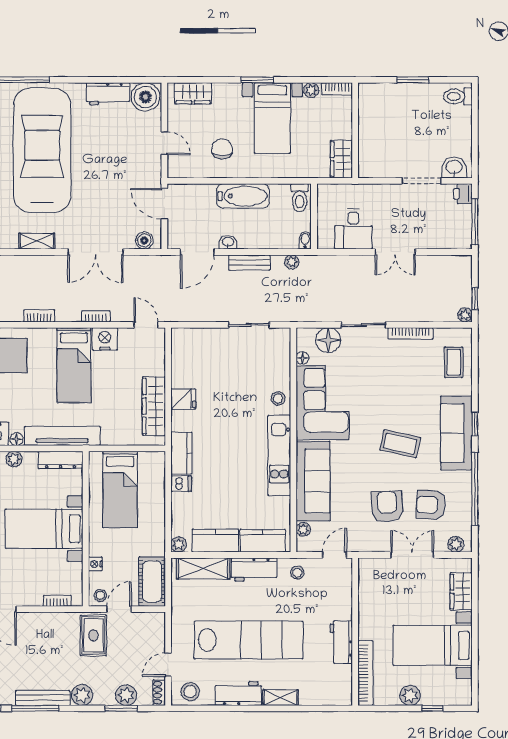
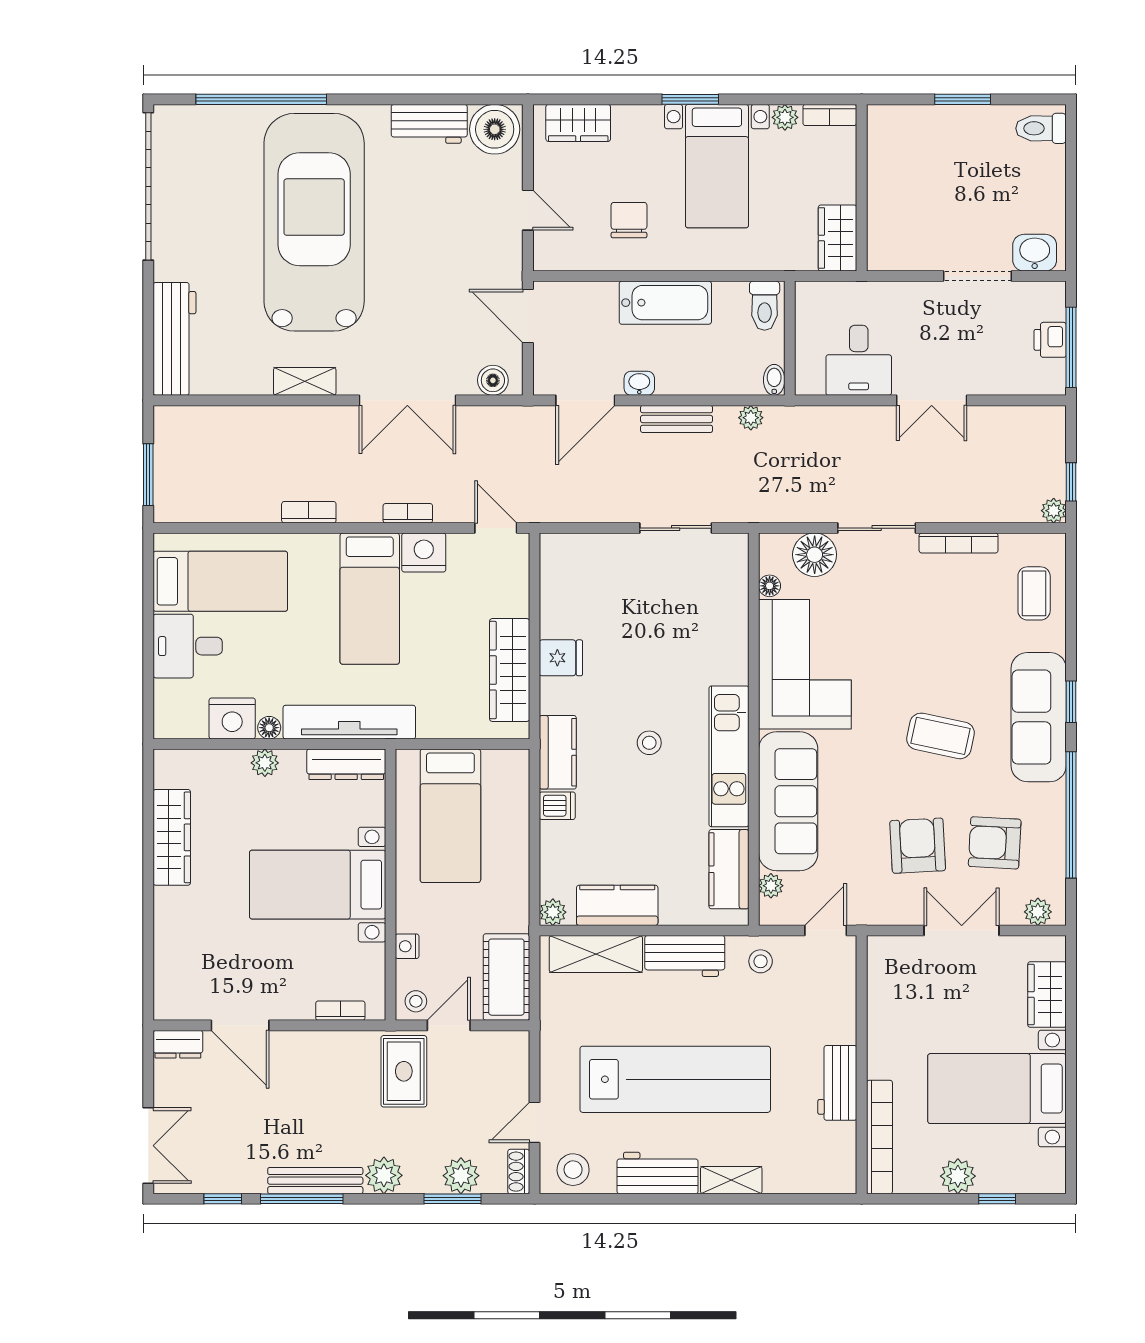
printer: (463, 194) -> (1050, 340), moved
stool: (278, 399) -> (649, 743), moved
kitchen counter: (263, 541) -> (729, 869), moved, turned -90

